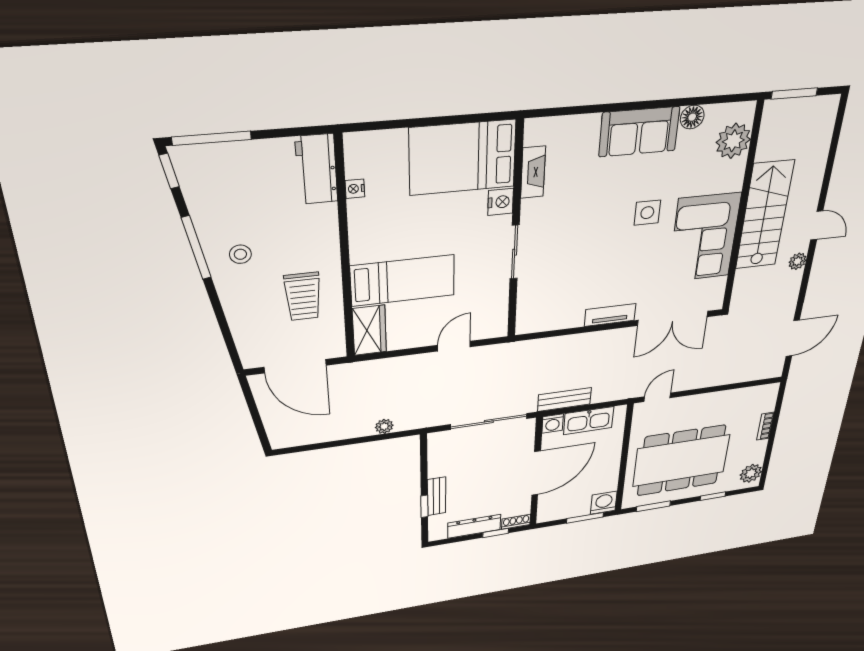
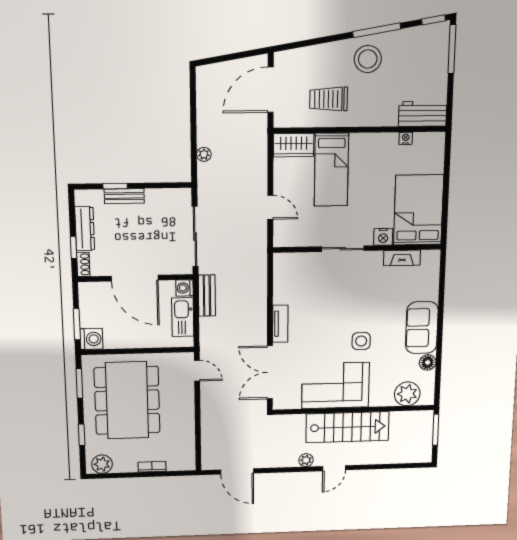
stool: (240, 254) -> (368, 59), width x1.89, depth x1.89

